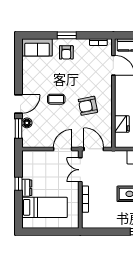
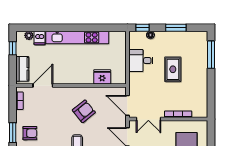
armchair: (88, 106) -> (84, 111), turned -118
door: (94, 149) -> (127, 105), hinge flipped

